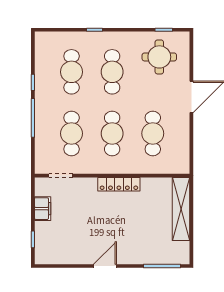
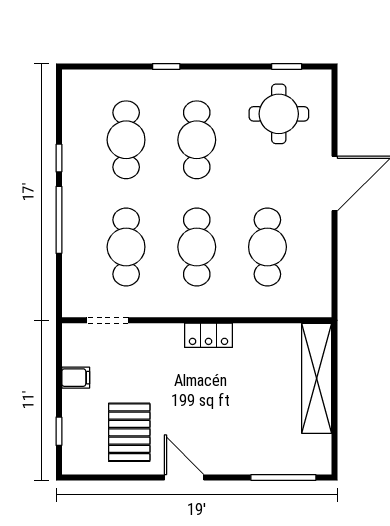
locker: (119, 184) -> (209, 335), width x0.66
filing cabinet: (43, 209) -> (76, 378), width x0.50
pallet: (73, 240) -> (129, 432), added
door: (105, 266) -> (184, 477), hinge flipped

